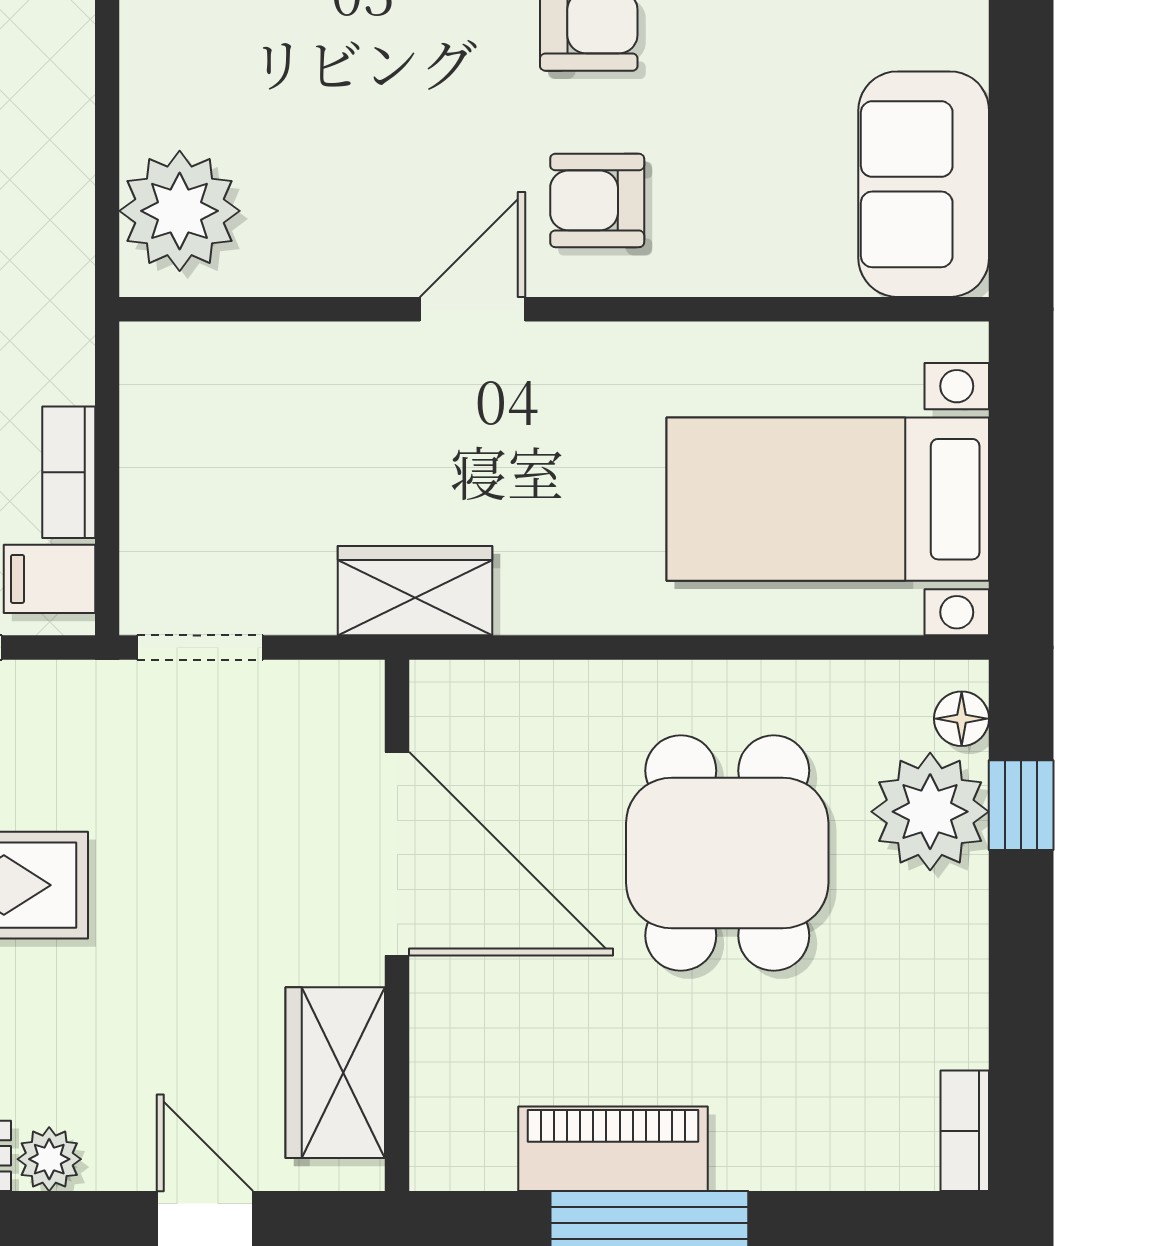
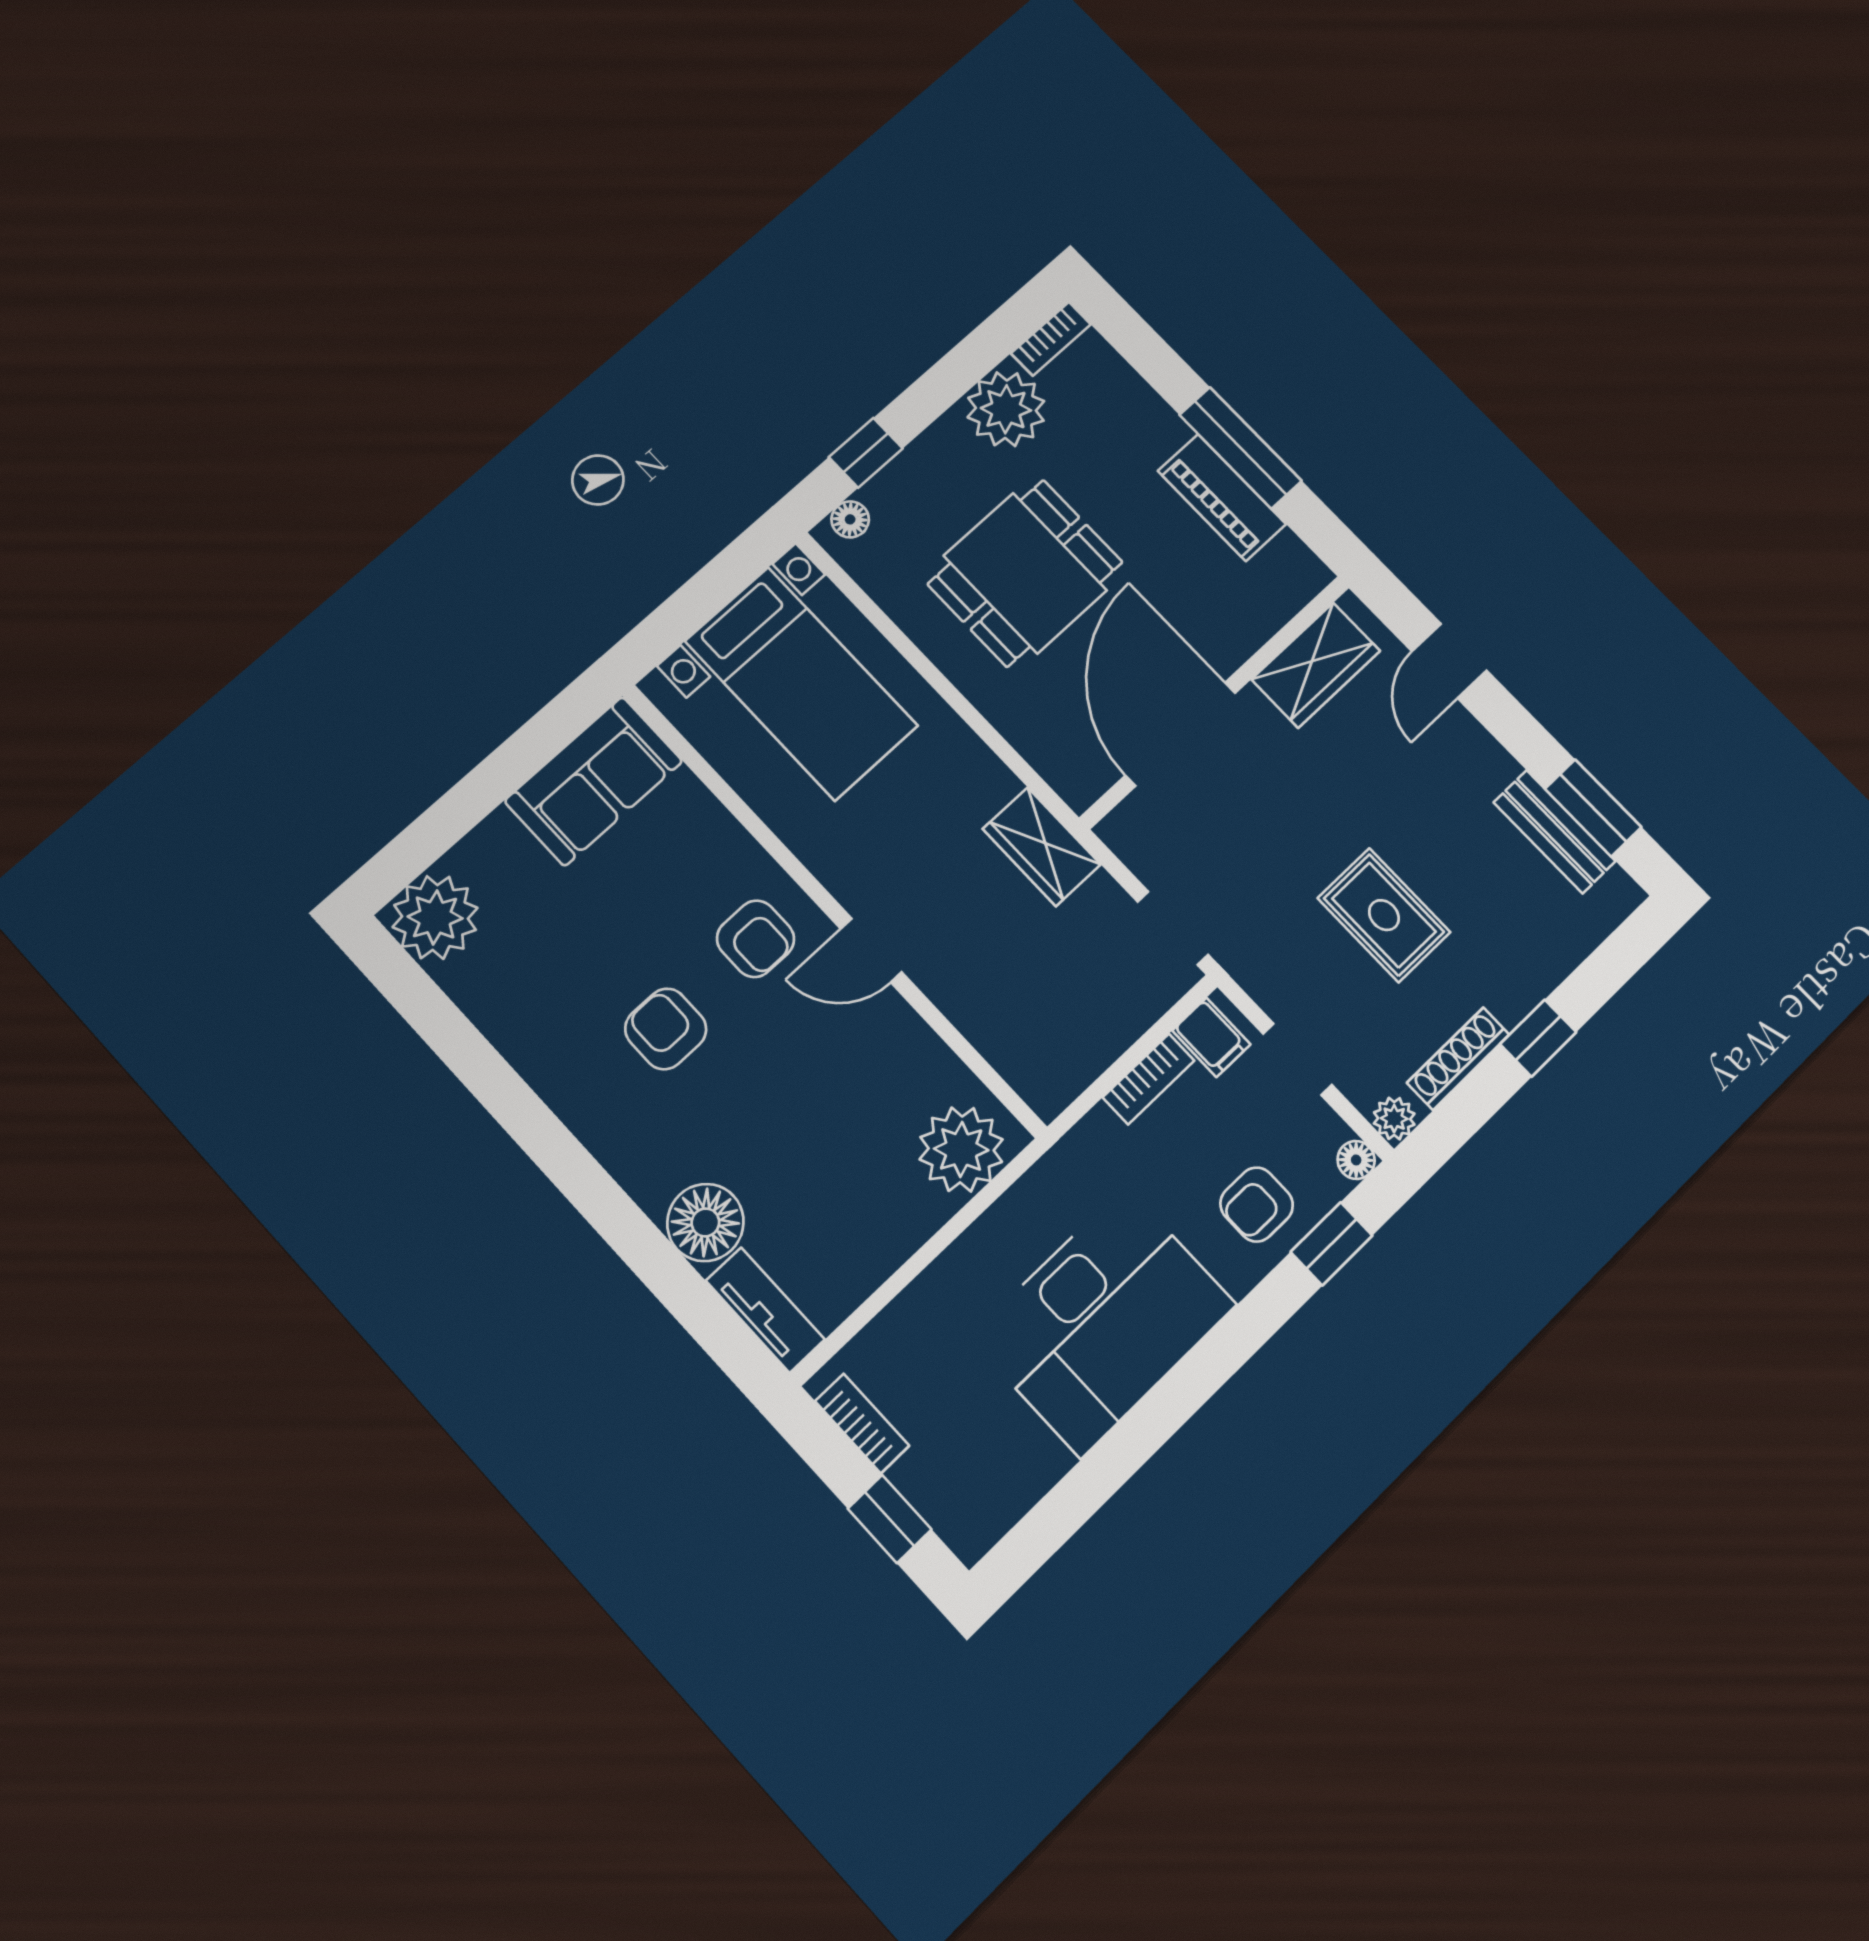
plant: (930, 812) -> (1006, 409), moved
plant: (49, 1159) -> (1493, 766), removed

